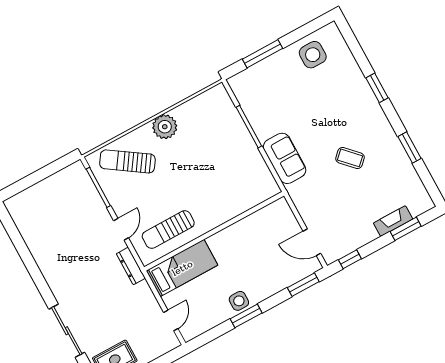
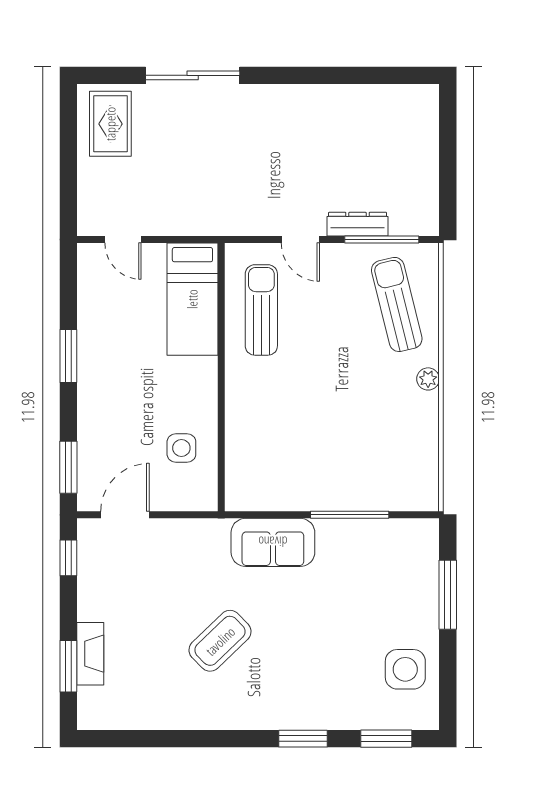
plant: (165, 127) -> (428, 379), width x0.53, depth x0.53
window: (410, 147) -> (386, 739), moved
coffee table: (350, 158) -> (220, 641), width x1.36, depth x1.30
sun lounger: (127, 161) -> (397, 304), turned -48
dresser: (131, 266) -> (358, 224), moved
side table: (239, 301) -> (181, 448), moved

